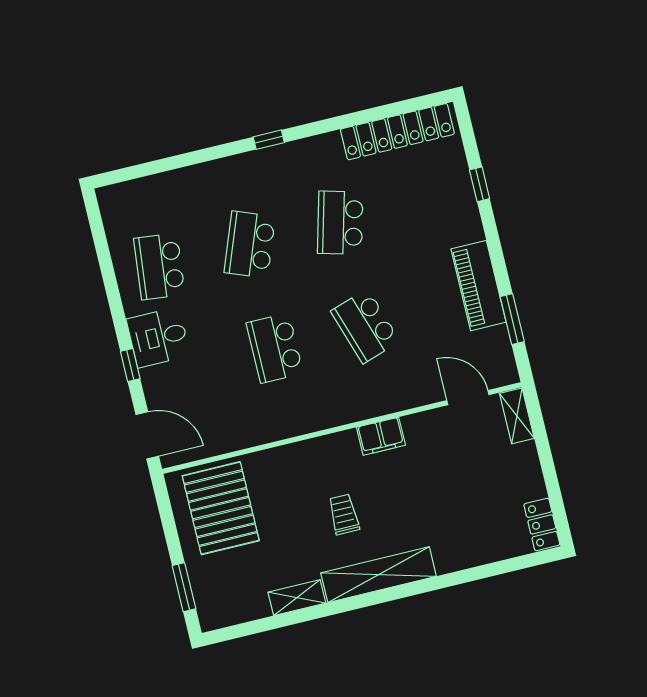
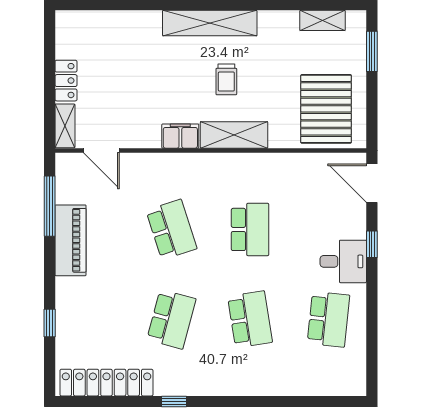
window: (269, 140) -> (174, 402), moved
school desk: (250, 245) -> (250, 319), turned -30
window: (512, 319) -> (50, 206), width x1.44
shelving: (319, 453) -> (234, 135), added
locker: (542, 524) -> (66, 81), moved
shelving: (297, 598) -> (322, 20), moved

